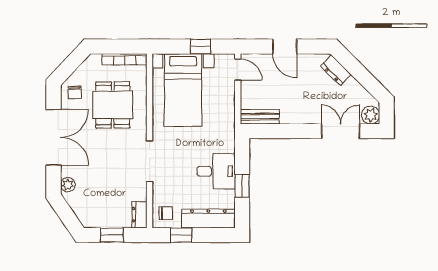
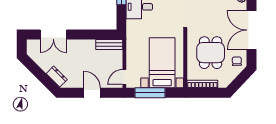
window: (200, 47) -> (150, 93), width x2.17
door: (238, 69) -> (124, 77), hinge flipped
plant: (371, 115) -> (33, 46), removed

